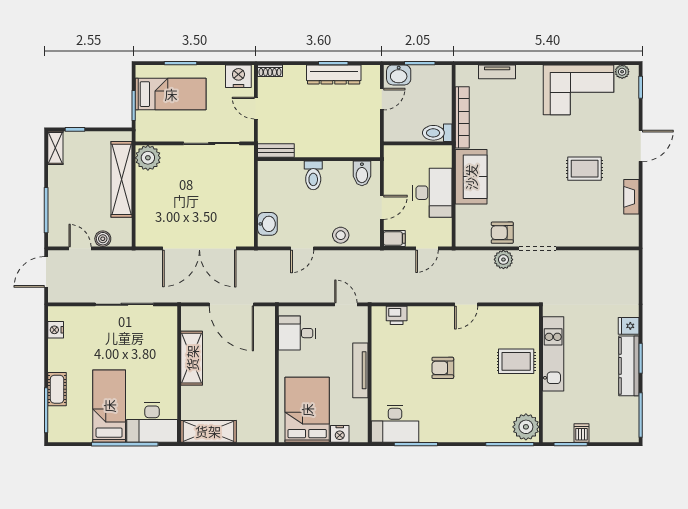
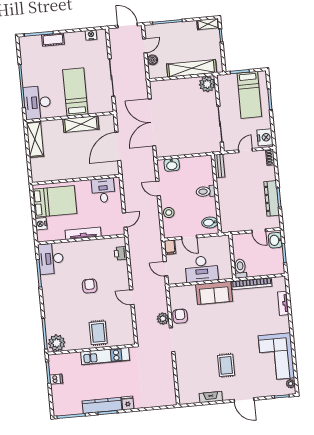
bed: (109, 406) -> (75, 92), moved, turned -90

